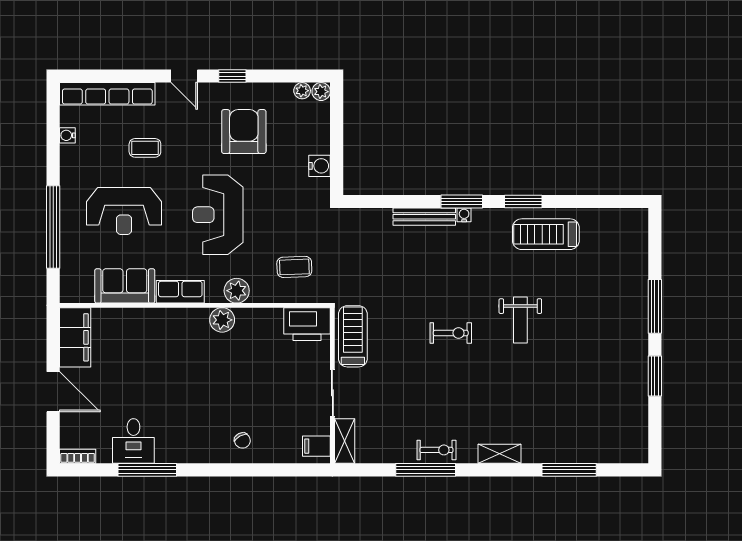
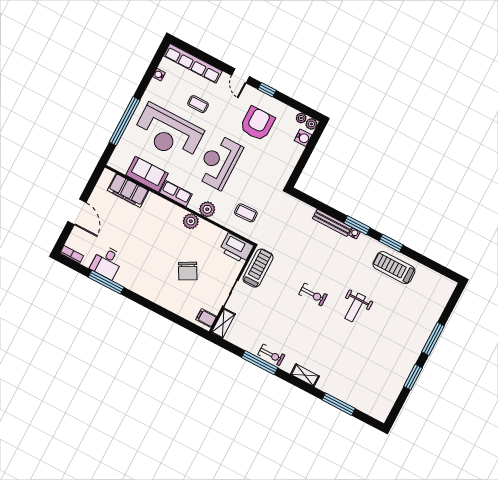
water cooler: (320, 166) -> (303, 138), moved
reception desk: (124, 211) -> (168, 133), width x1.36, depth x1.30
filing cabinet: (75, 337) -> (128, 190), moved, turned 90
chair: (242, 441) -> (188, 271), moved, width x1.87, depth x1.87

